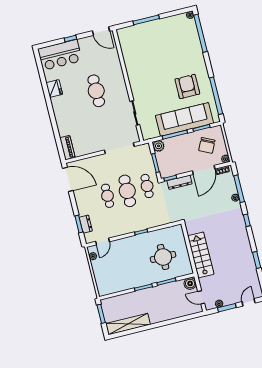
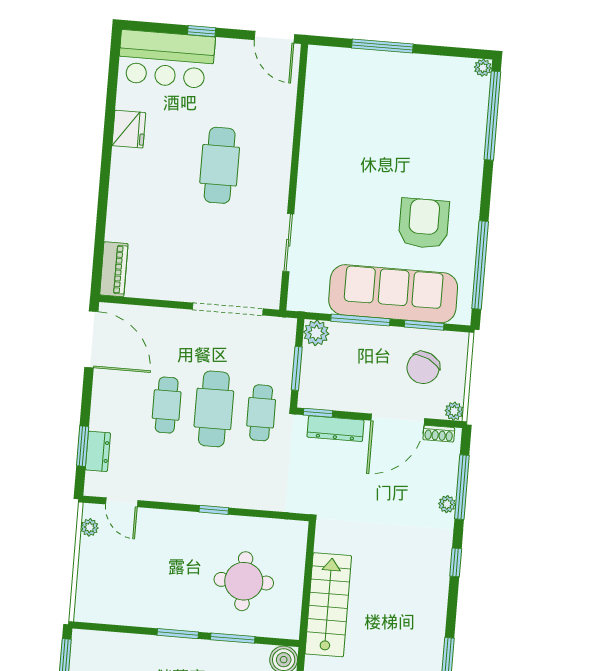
door: (102, 242) -> (122, 502), hinge flipped

